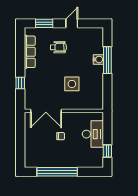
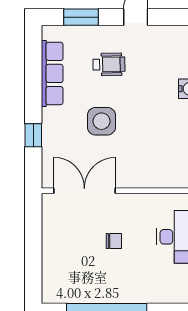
side table: (72, 84) -> (101, 121), moved
double door: (46, 111) -> (84, 191), swing flipped

